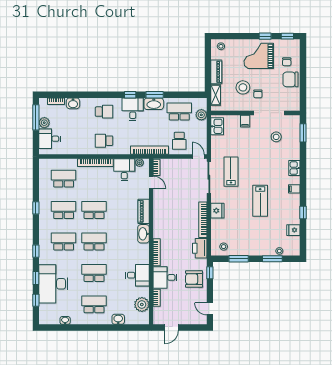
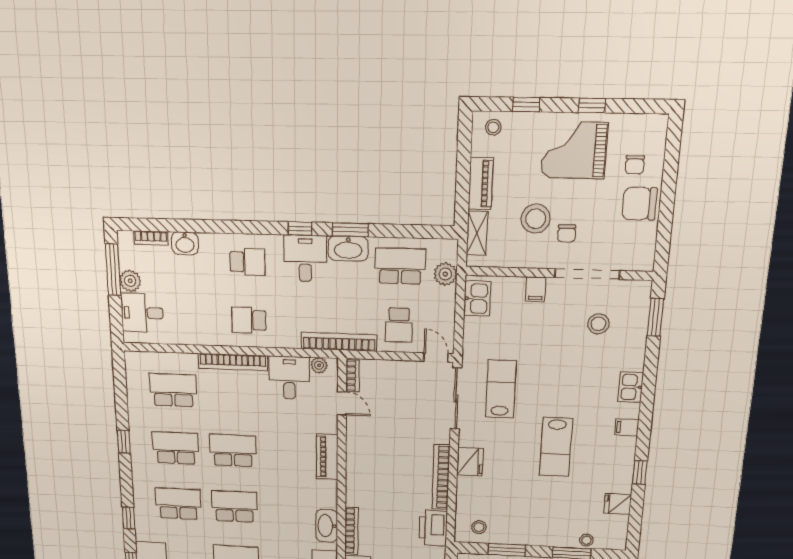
window: (287, 36) -> (526, 105), moved
washbasin: (143, 234) -> (327, 526), moved

